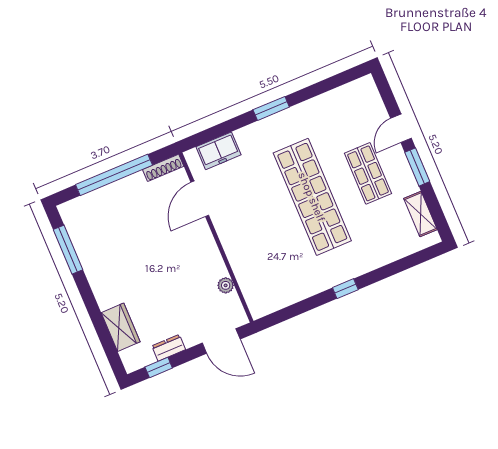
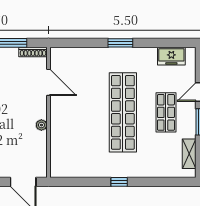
freezer: (218, 151) -> (171, 56), moved
door: (200, 199) -> (48, 82), swing flipped
plant: (226, 285) -> (41, 125), moved

